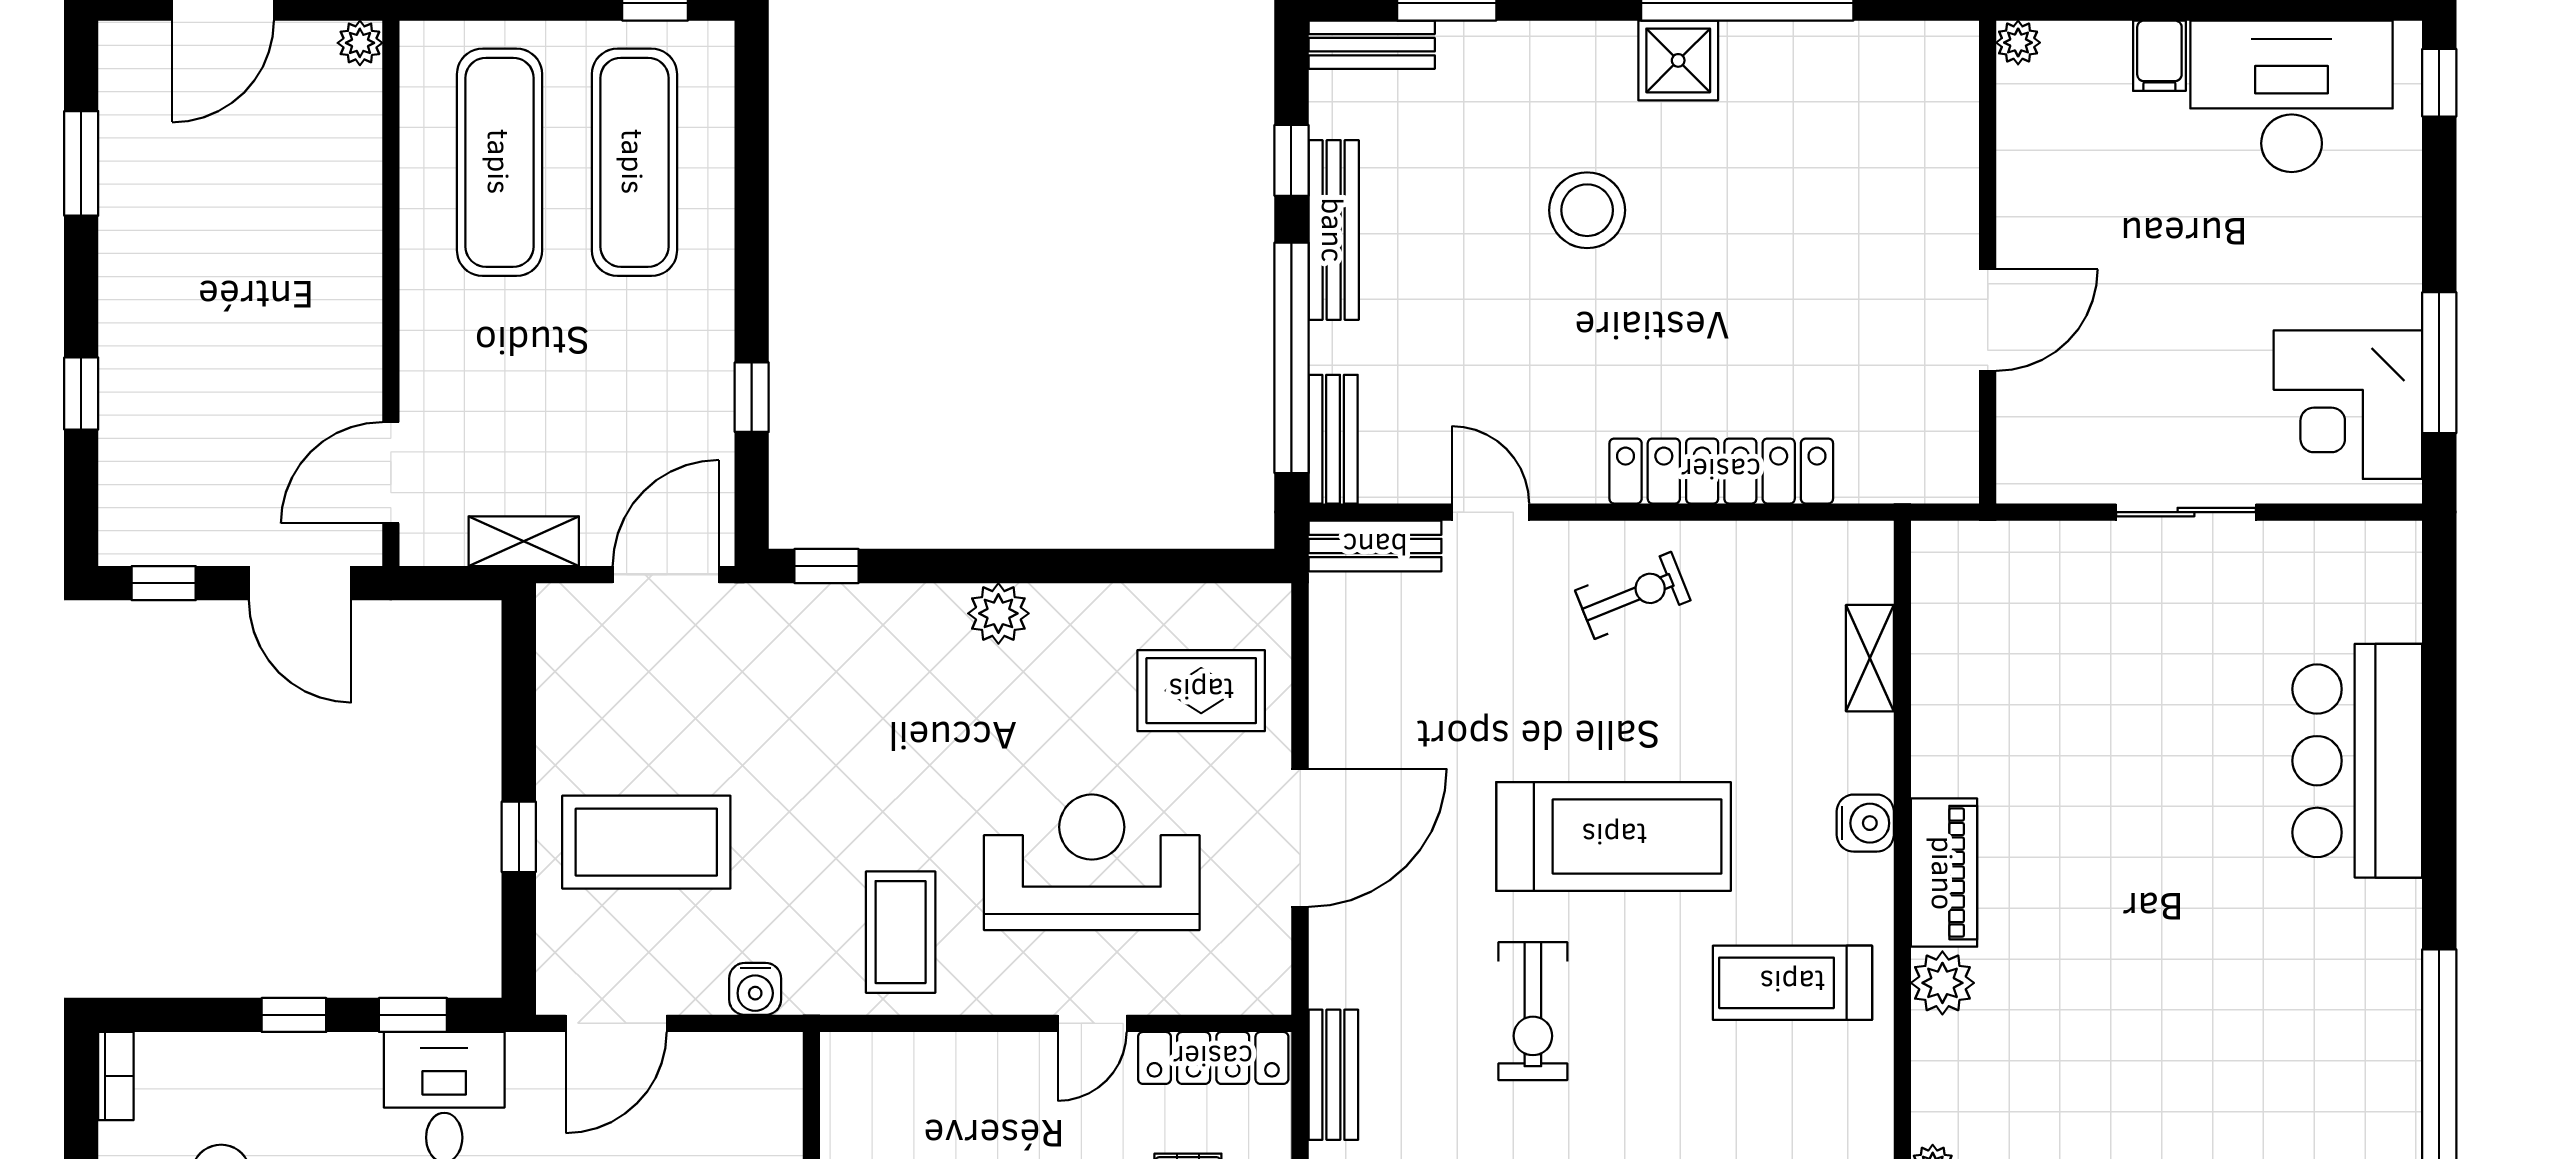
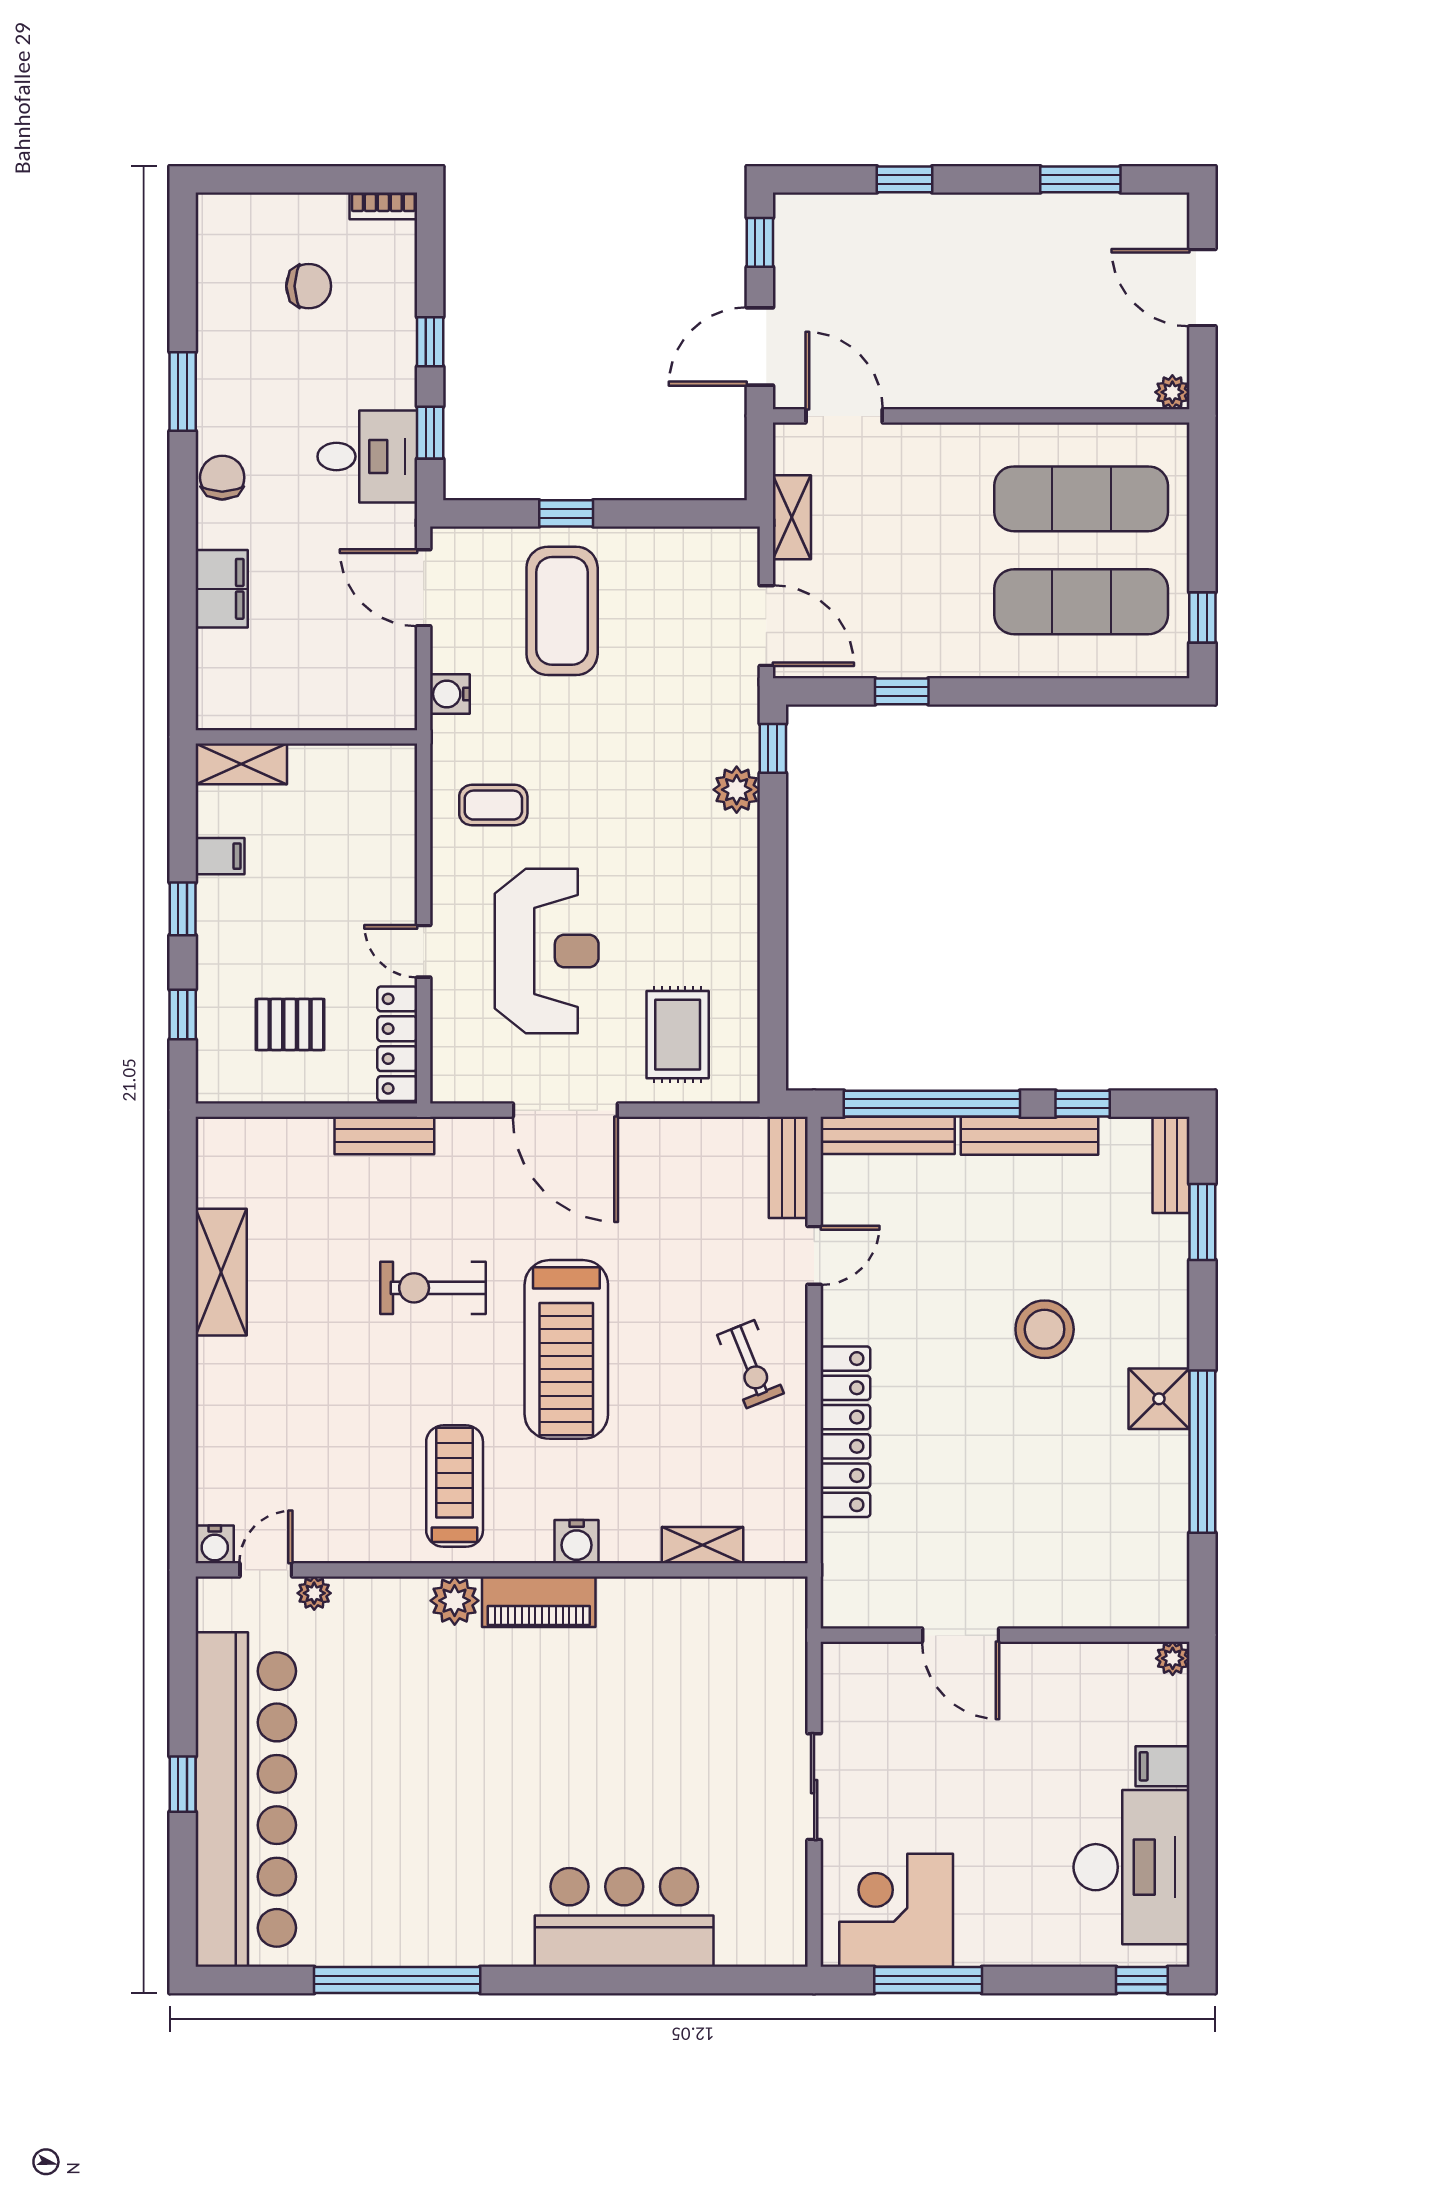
bench: (1333, 439) -> (888, 1135), width x1.36
plant: (998, 613) -> (737, 790), moved
coffee table: (901, 932) -> (493, 805), width x0.73, depth x0.77

